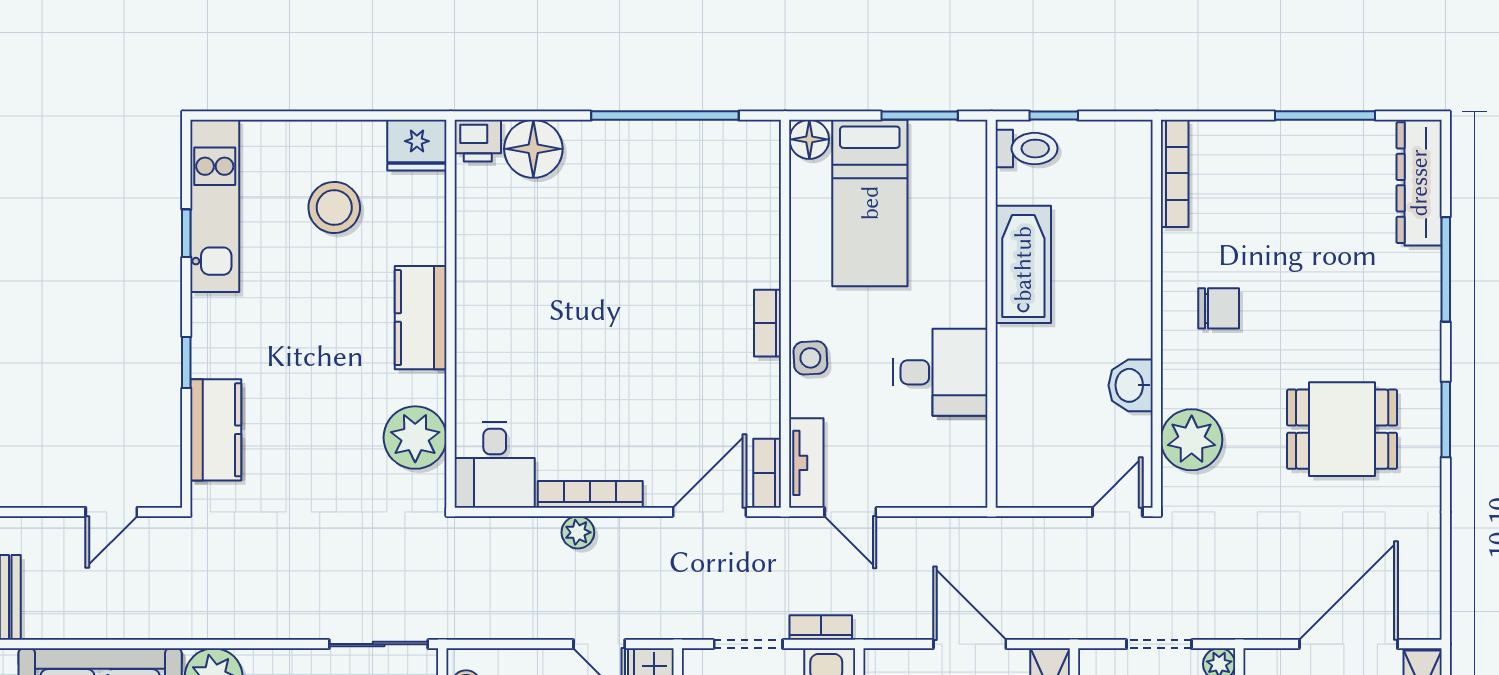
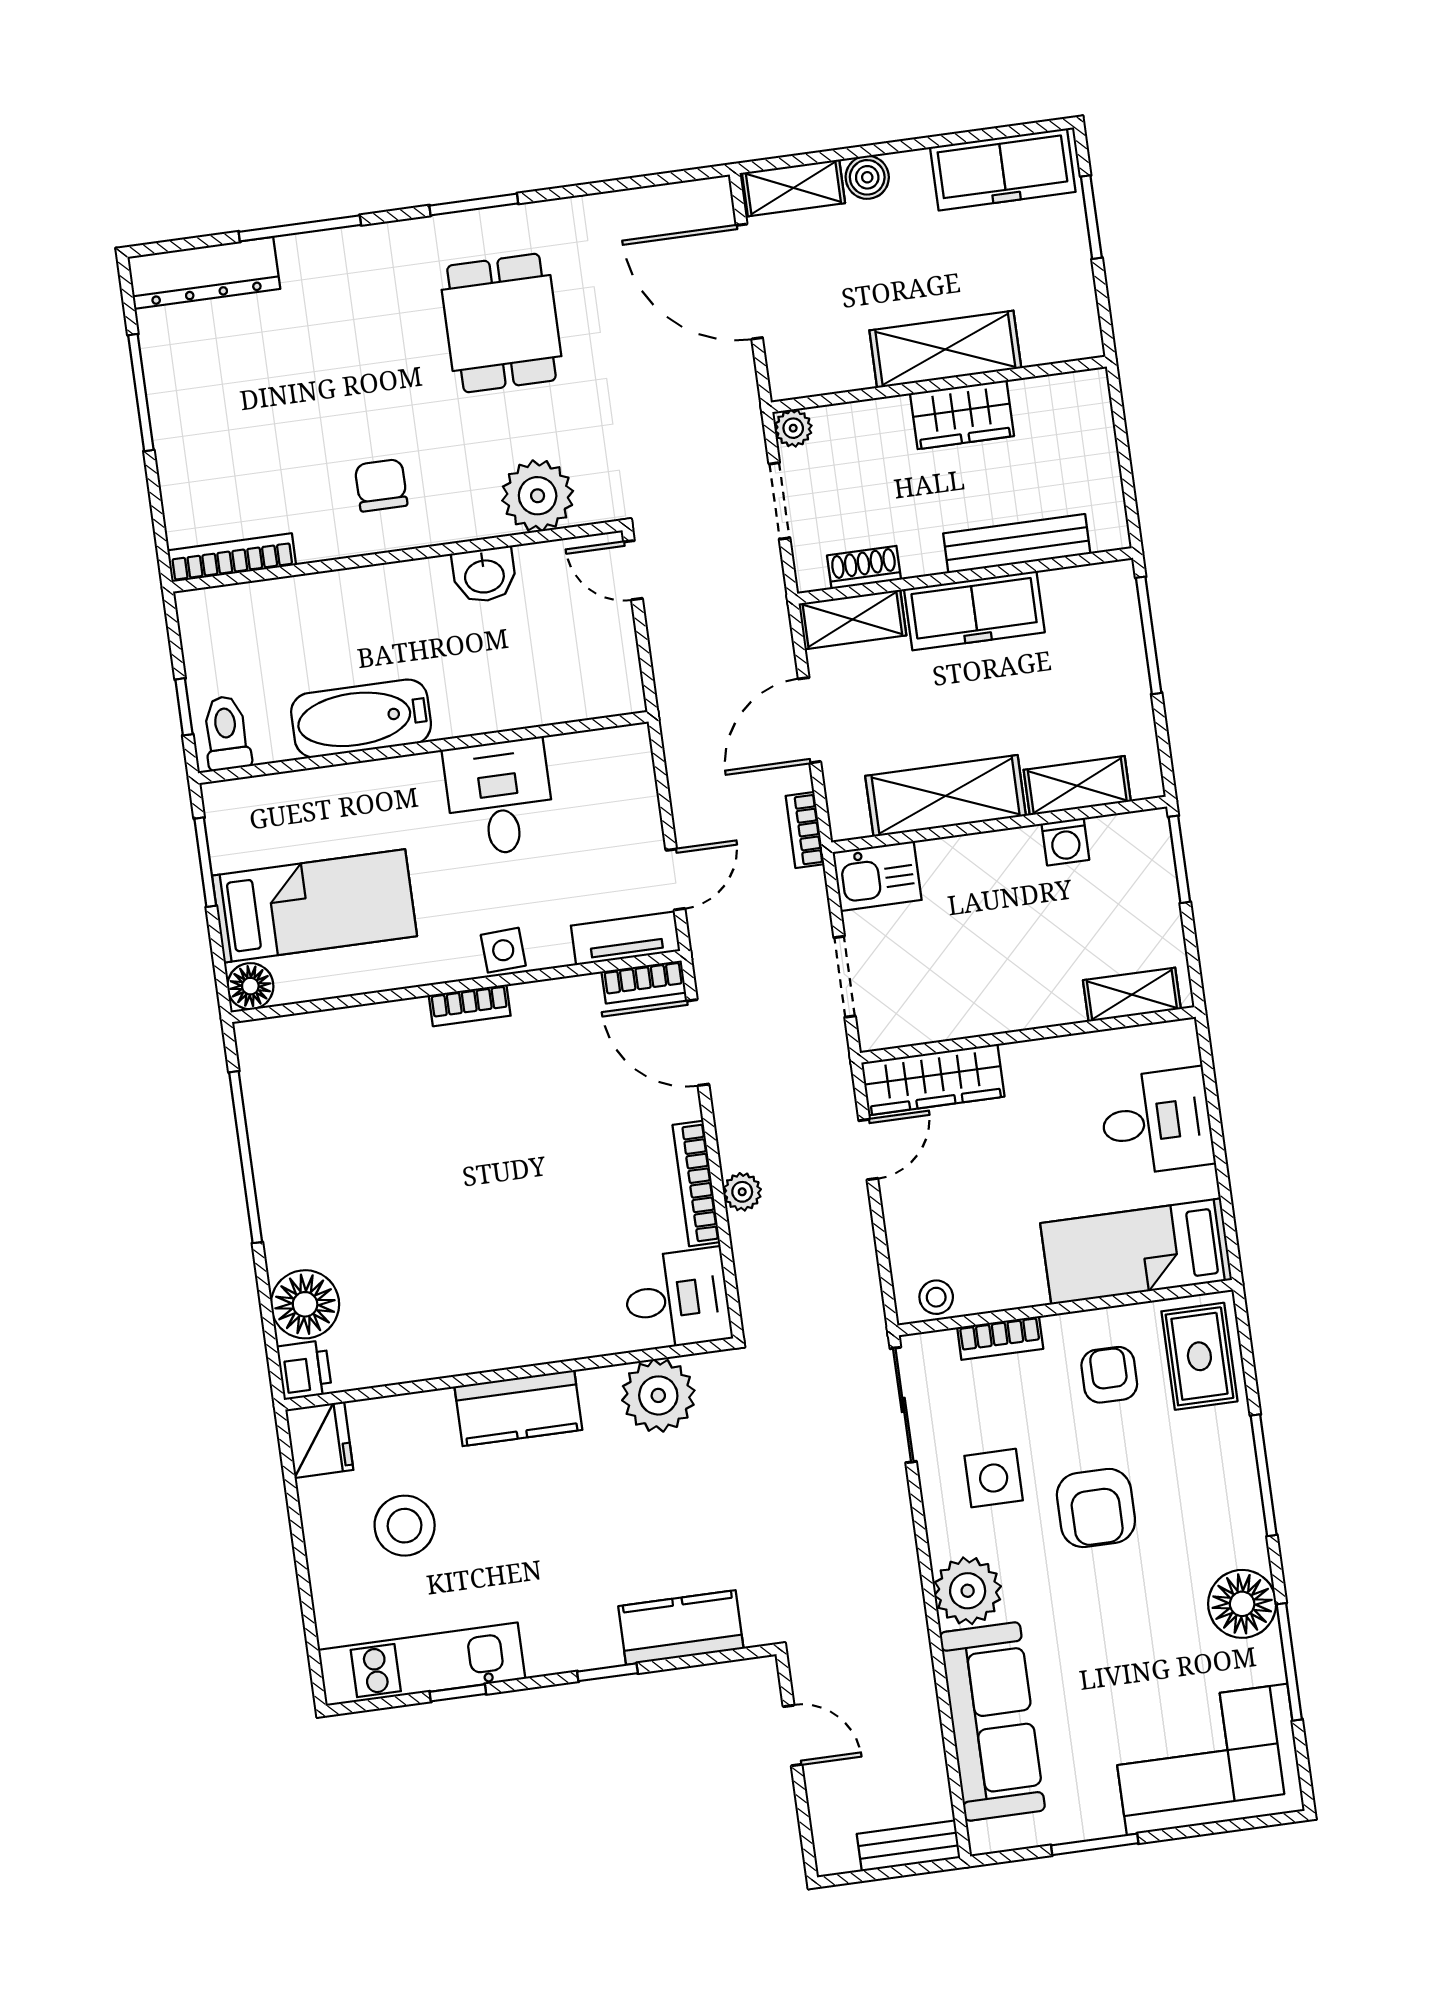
bookcase: (821, 627) -> (805, 830), moved

